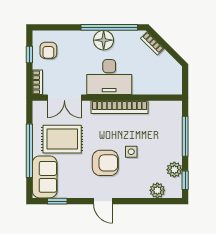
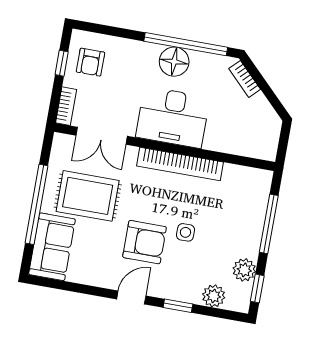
window: (57, 201) -> (178, 306), moved
door: (103, 201) -> (131, 297), swing flipped

